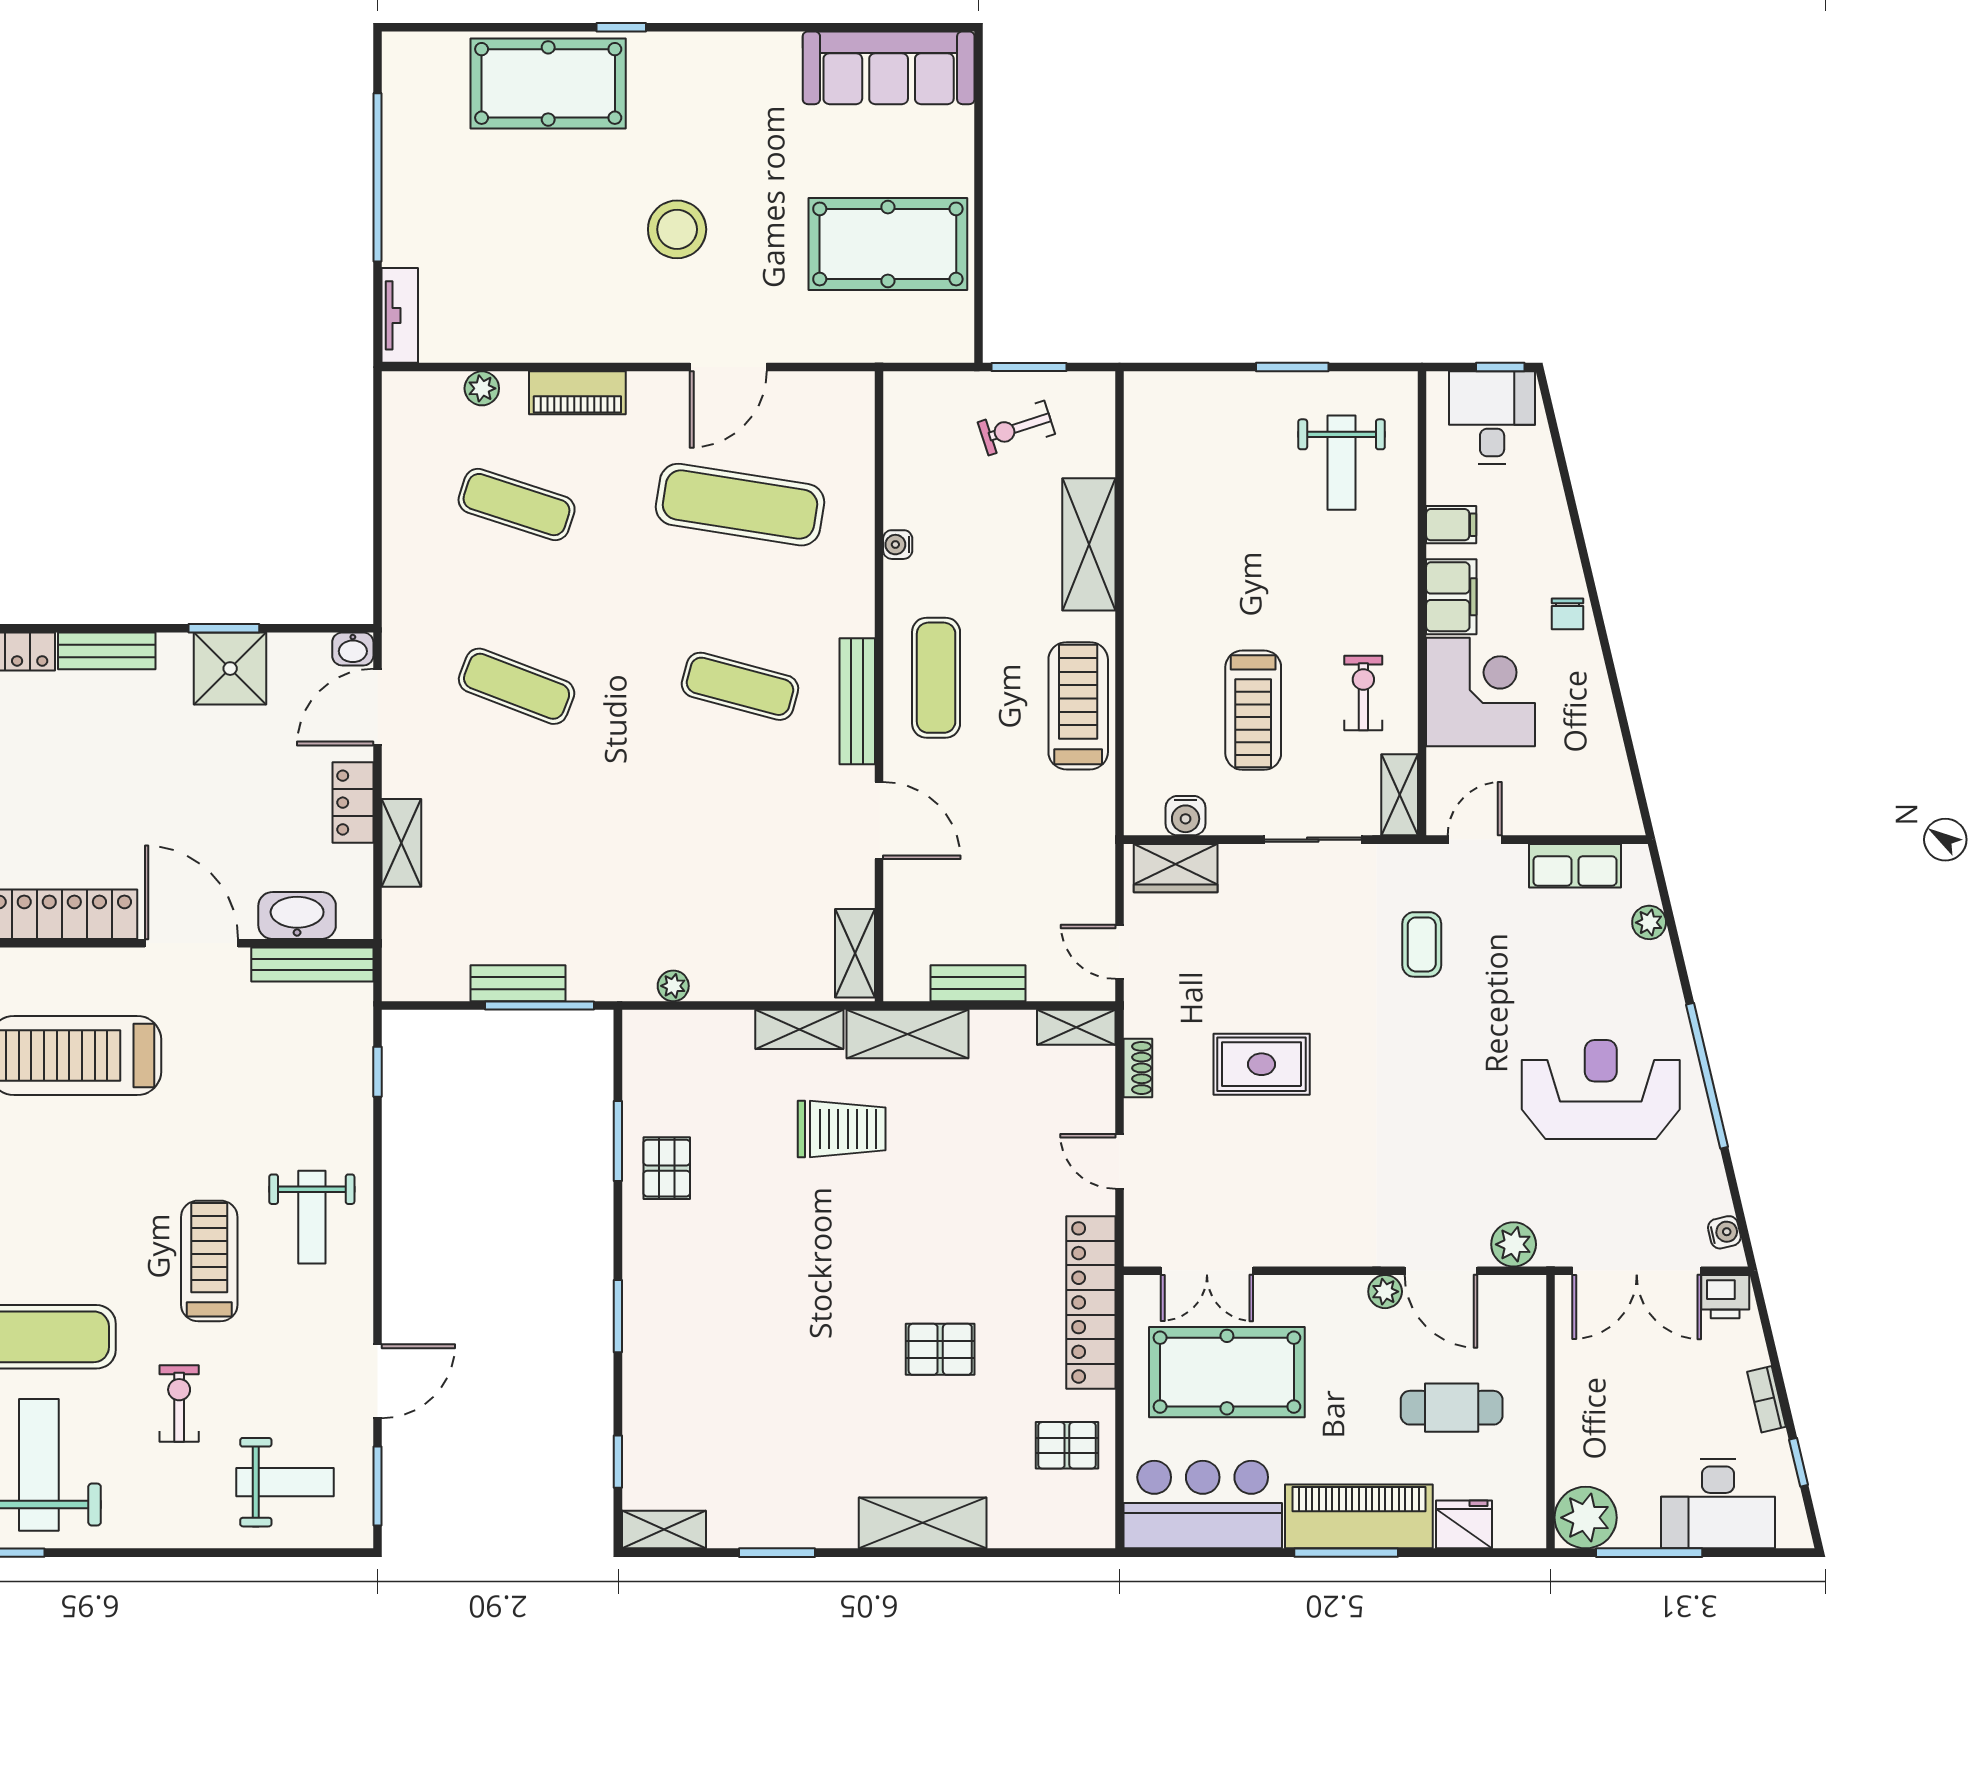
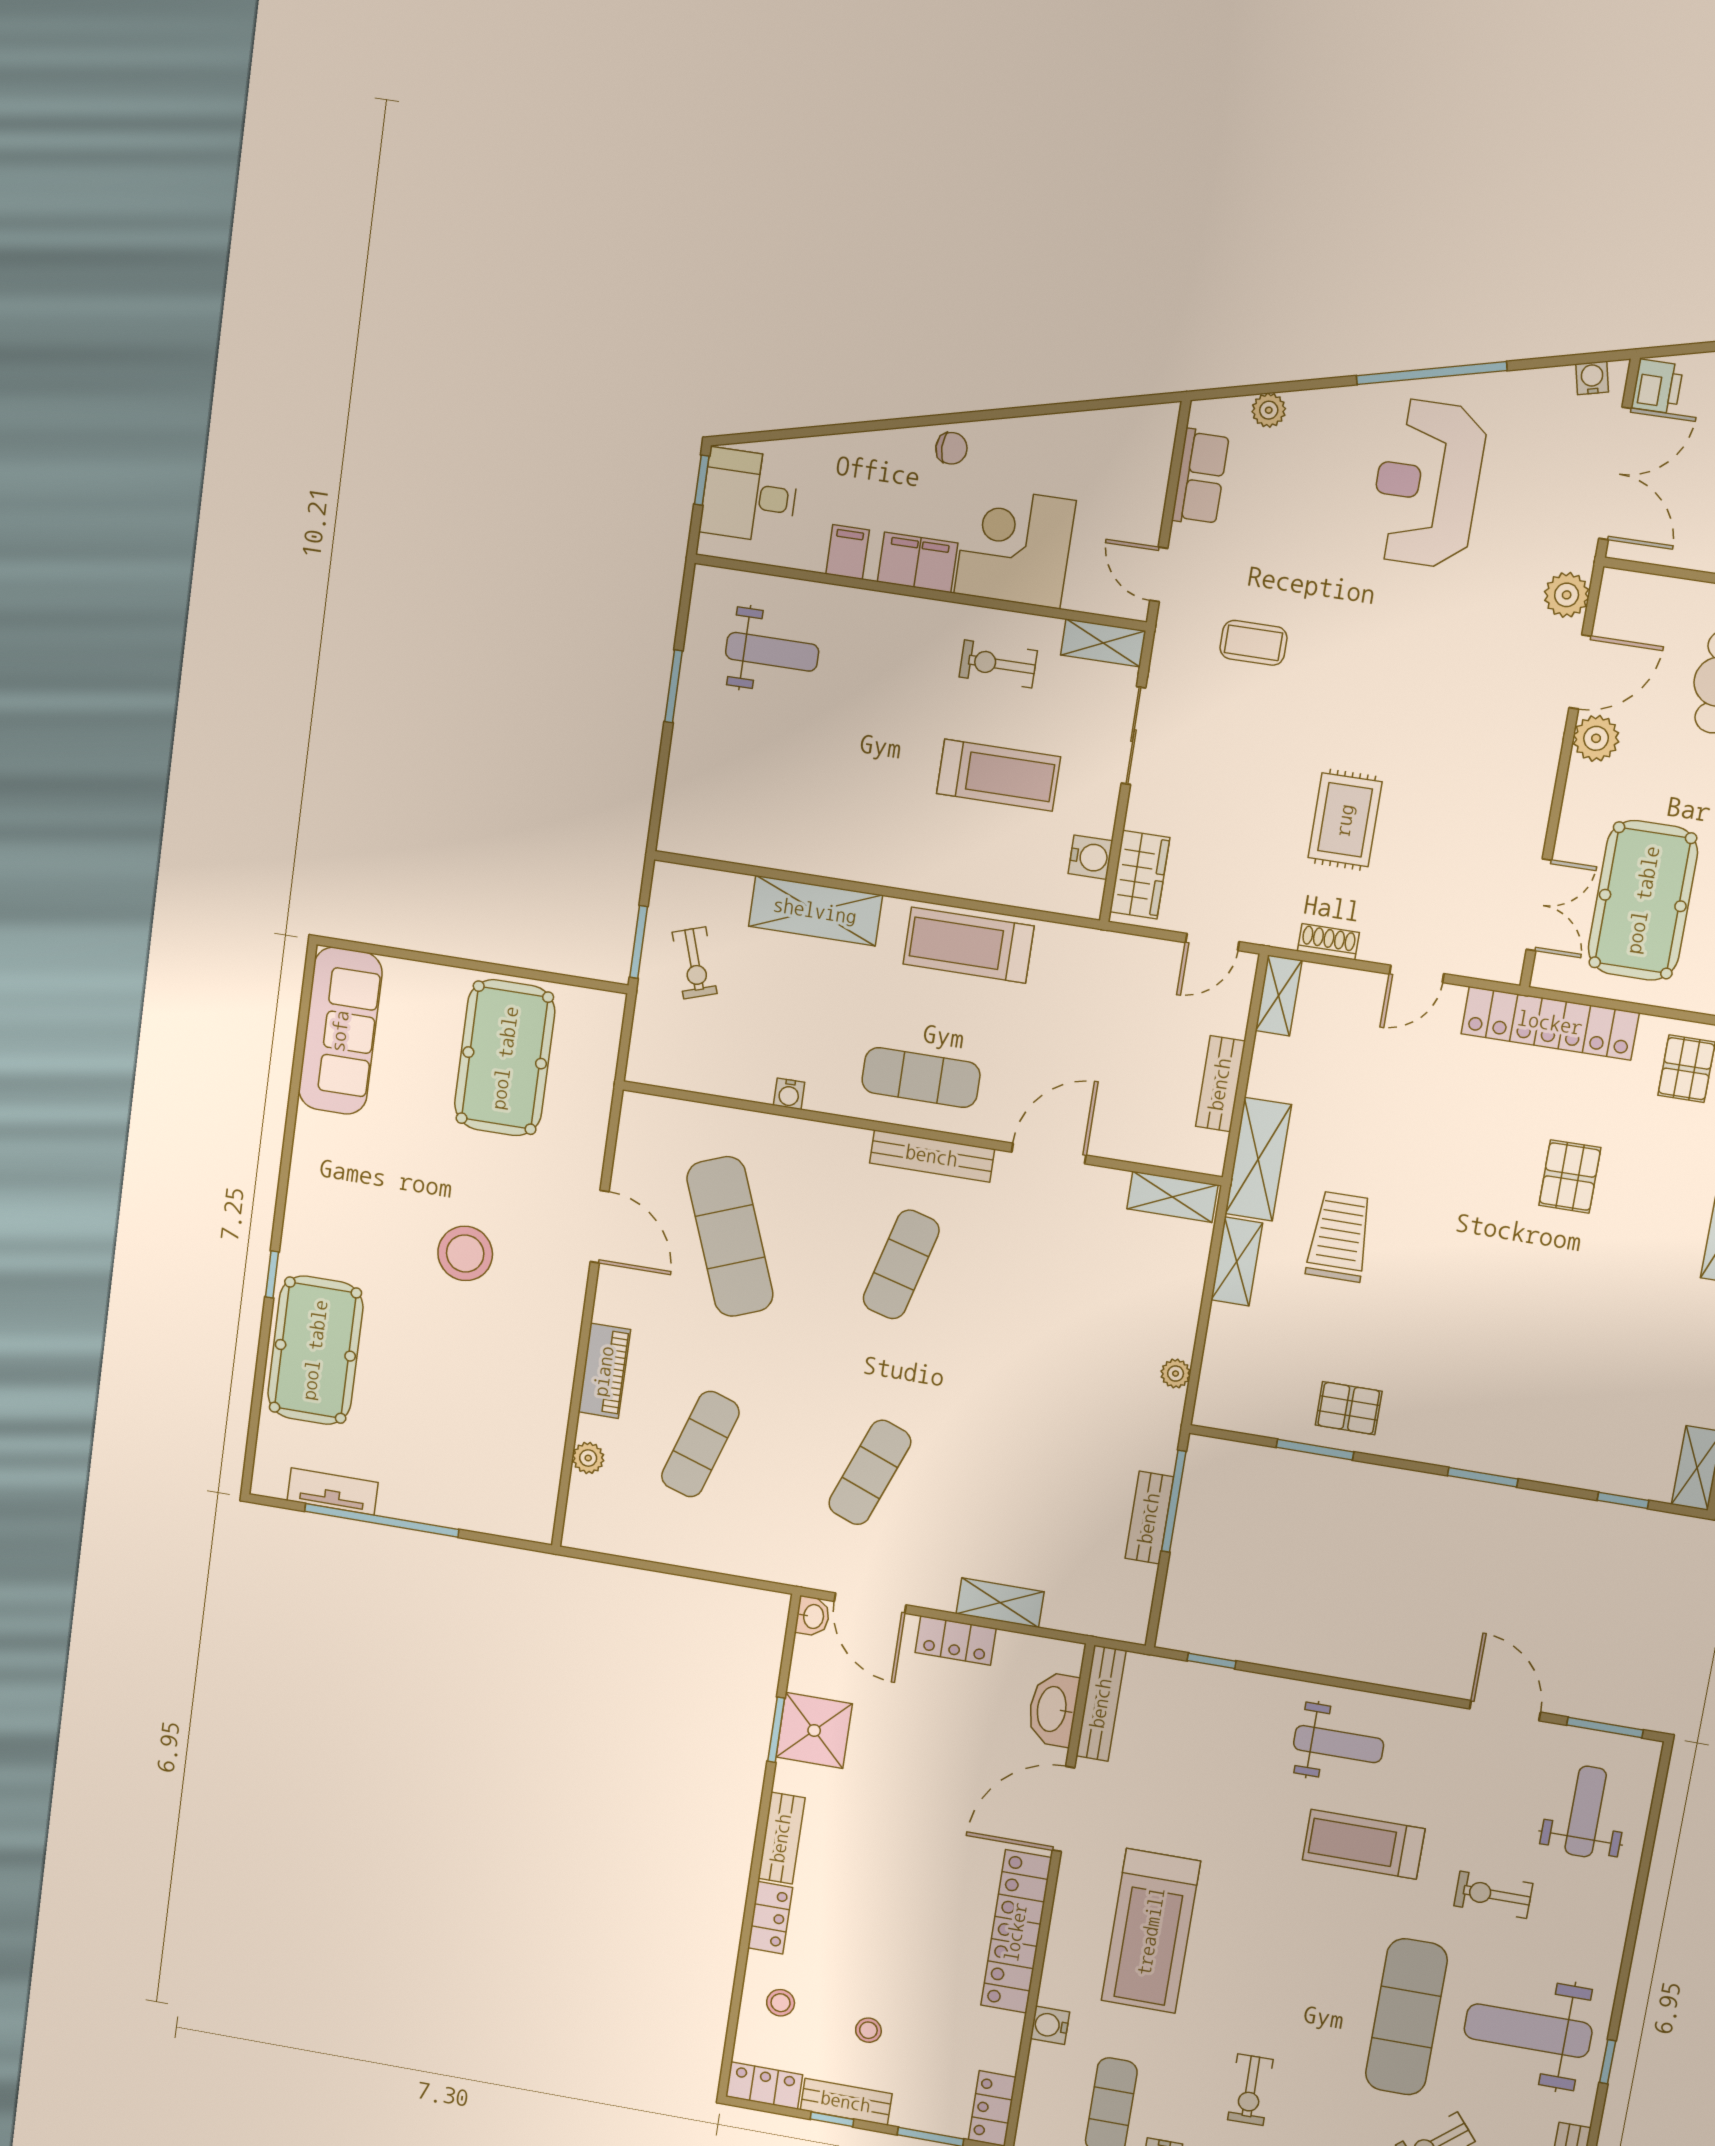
tv unit: (400, 315) -> (333, 1492), moved
exercise mat: (740, 505) -> (730, 1237), turned -30
plant: (1385, 1292) -> (1596, 738), width x1.38, depth x1.38

